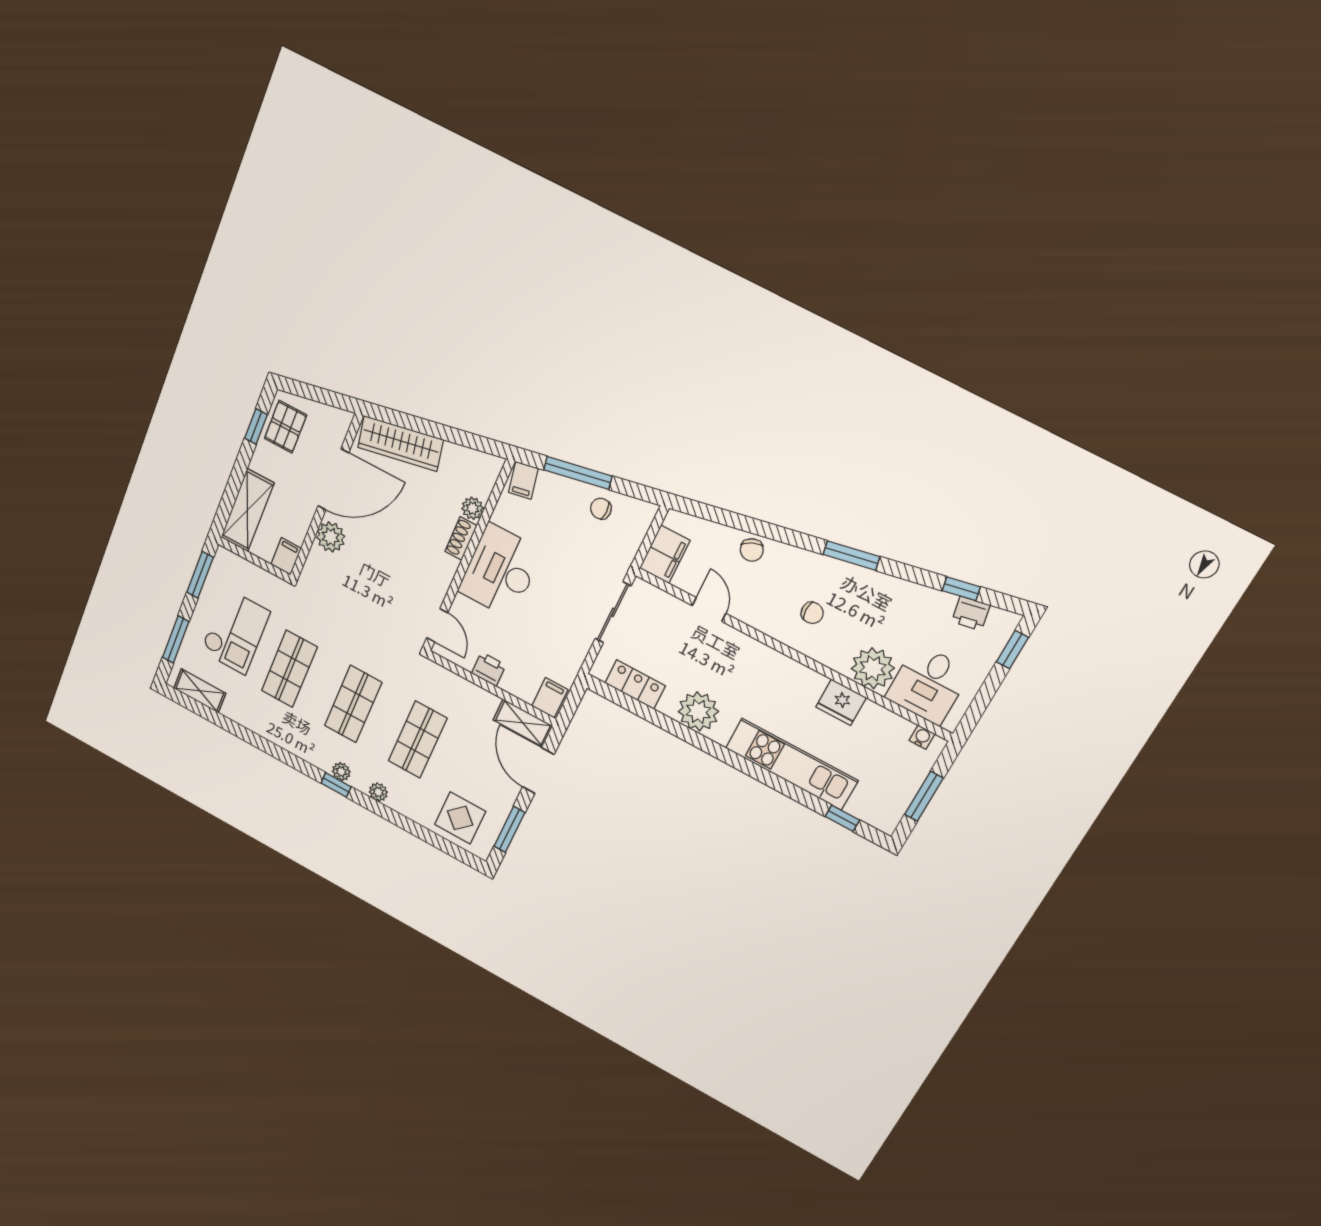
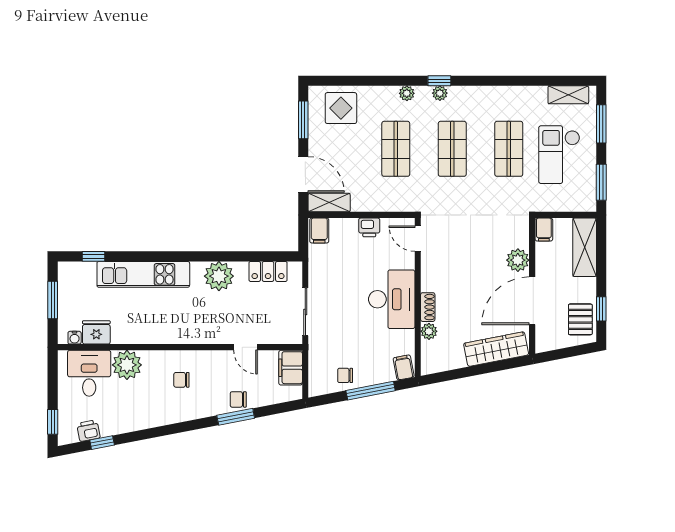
chair: (601, 509) -> (345, 375), turned 180
chair: (752, 550) -> (238, 399), turned -65
window: (851, 556) -> (236, 417), moved
fridge: (841, 702) -> (96, 332), moved

